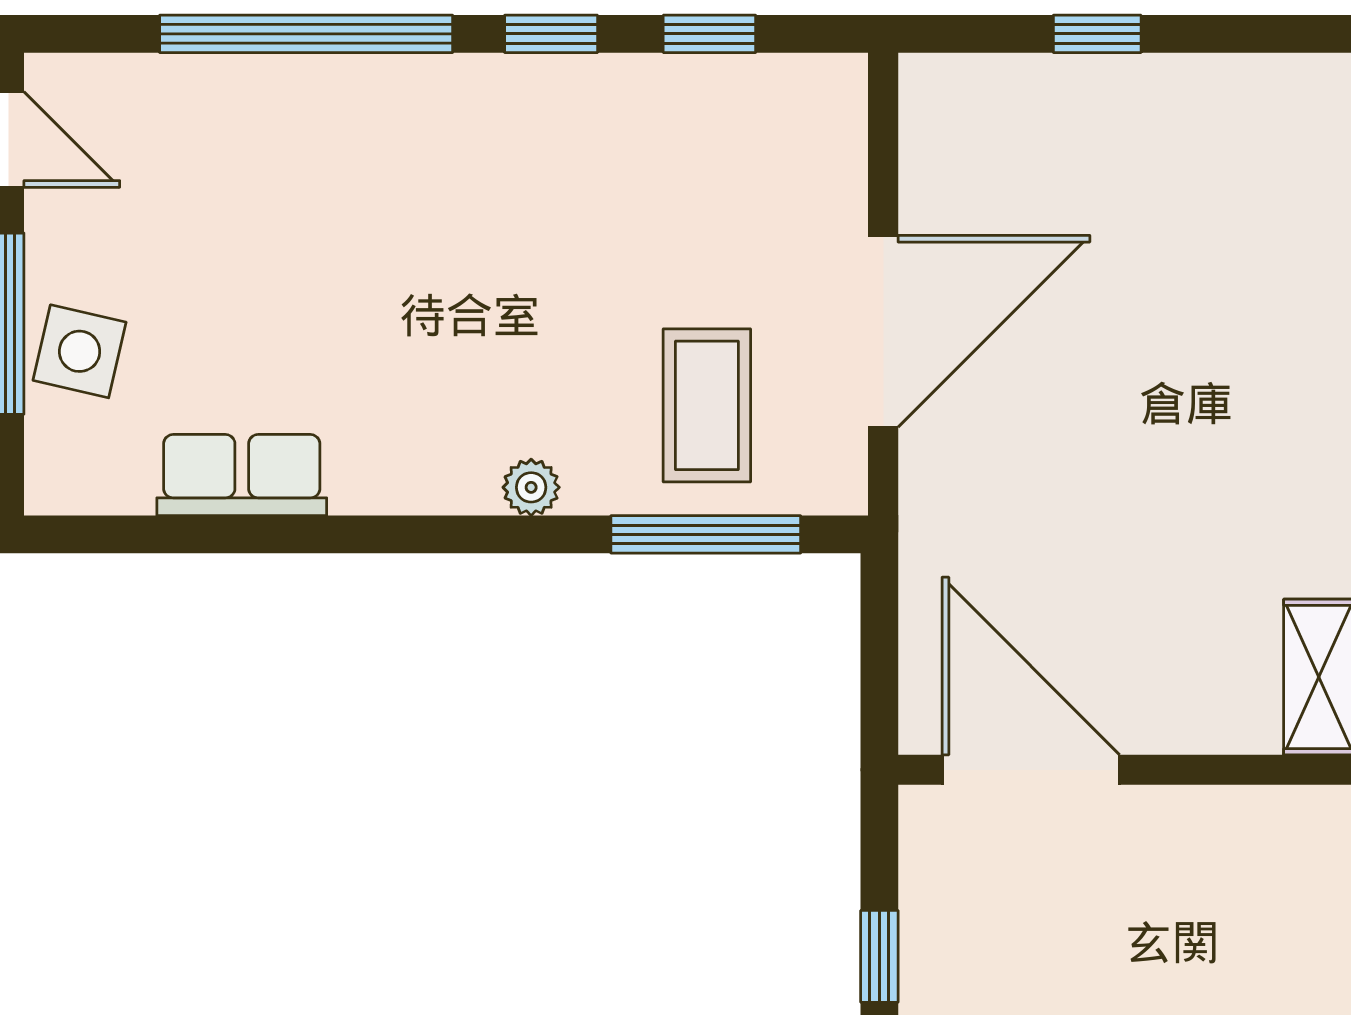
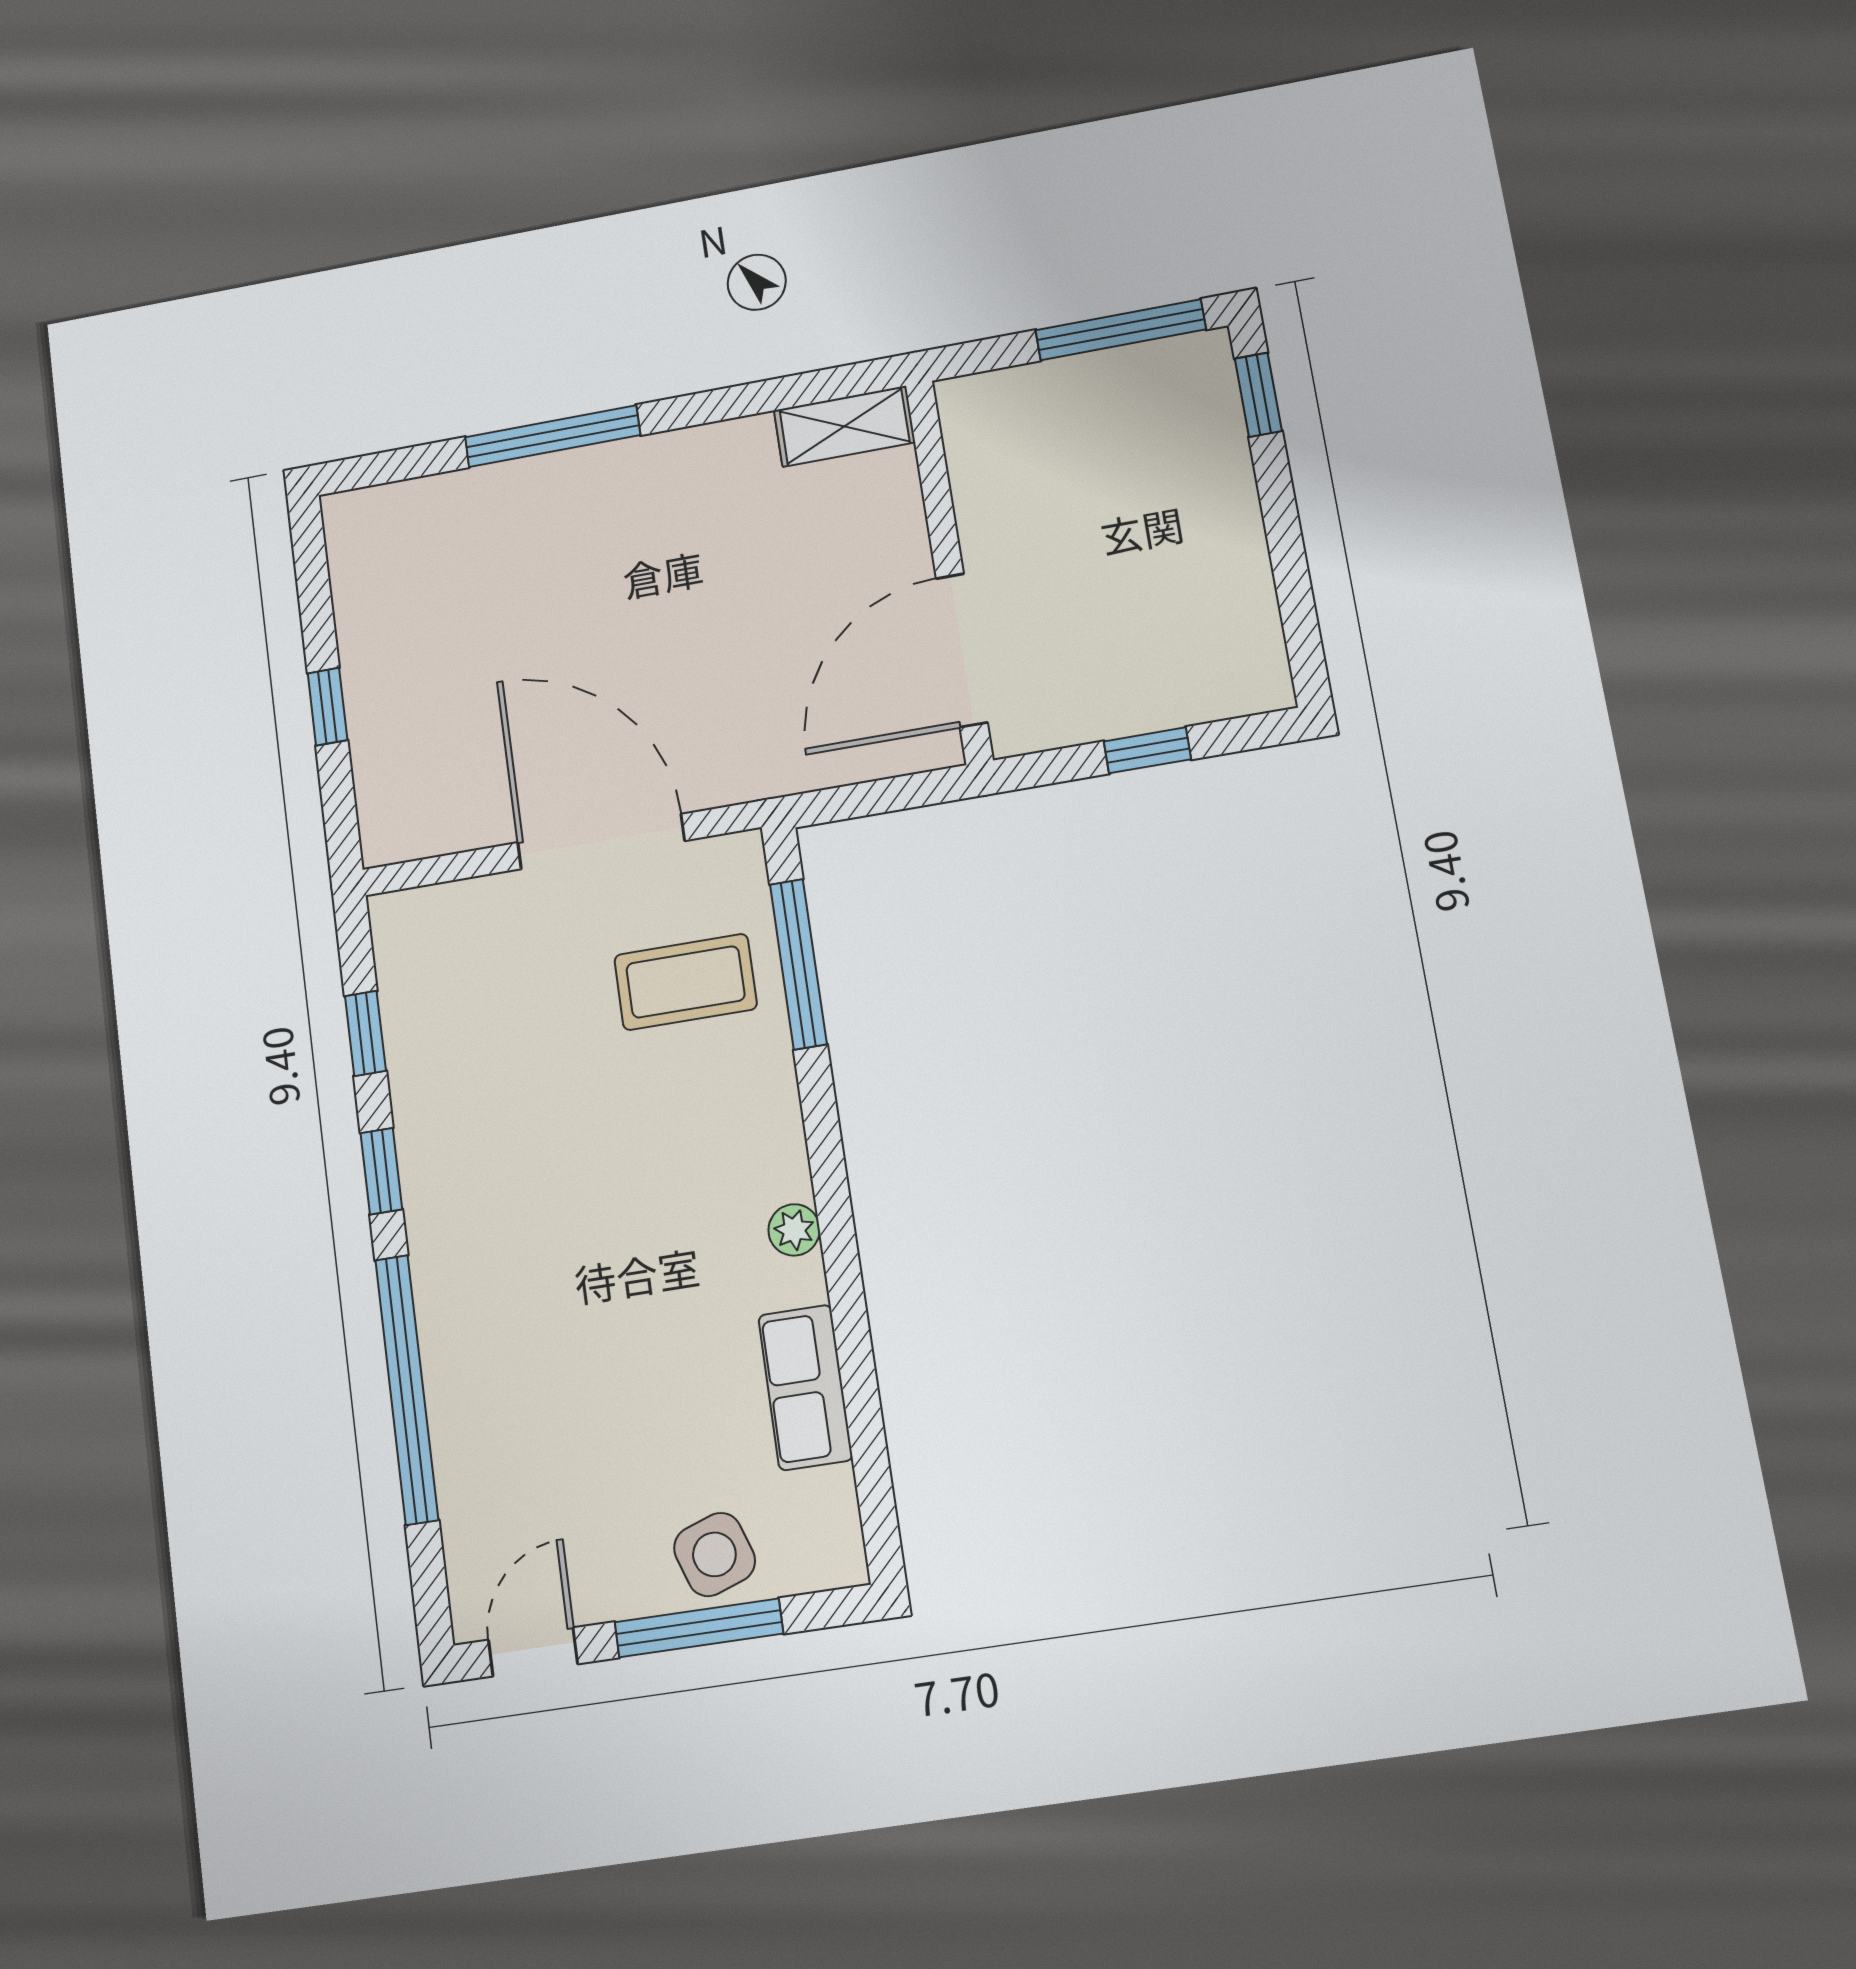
side table: (80, 351) -> (714, 1554), turned -32
plant: (531, 487) -> (794, 1230), moved

